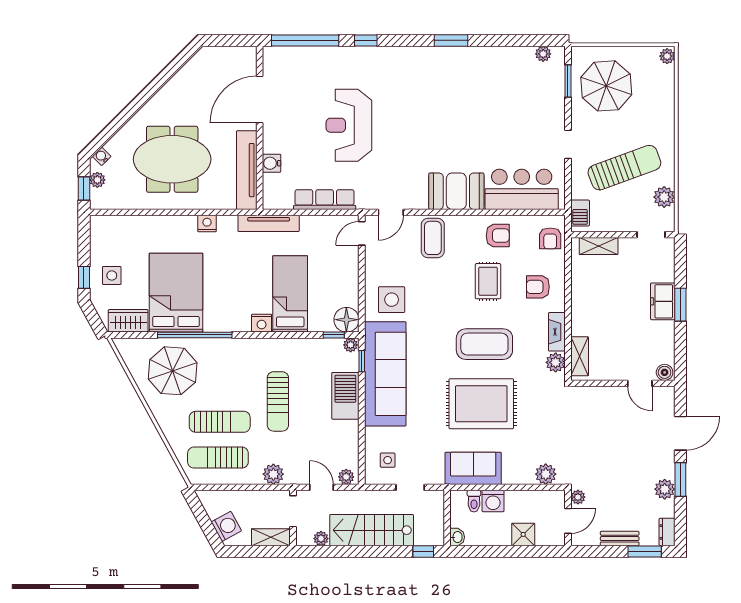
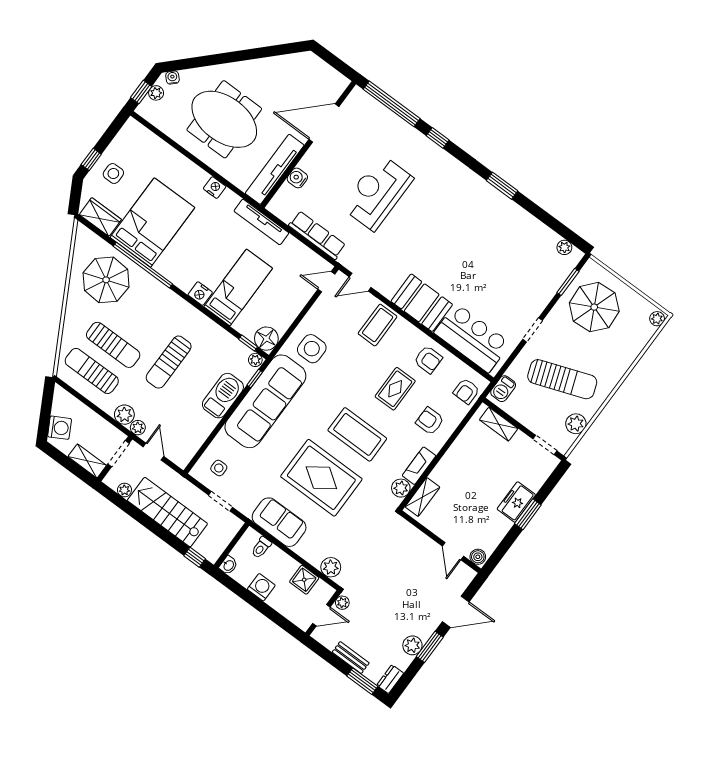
plant: (346, 477) -> (138, 428), moved
washing machine: (493, 501) -> (261, 587), moved, turned 180
shower: (523, 534) -> (304, 580), moved

